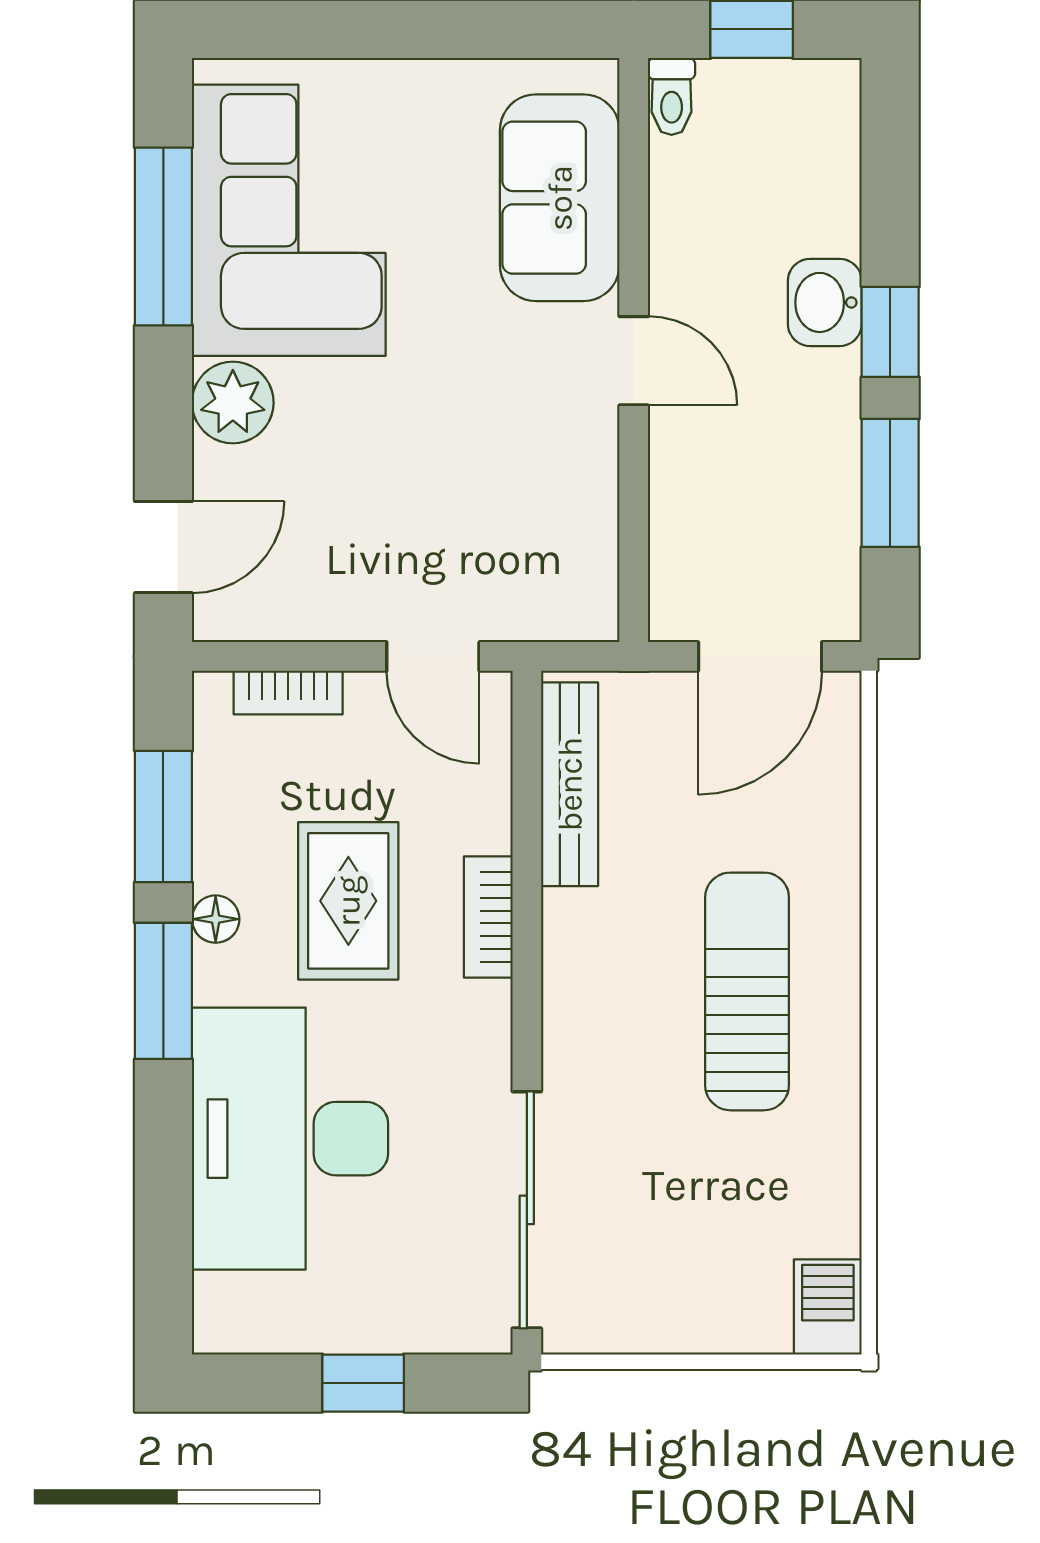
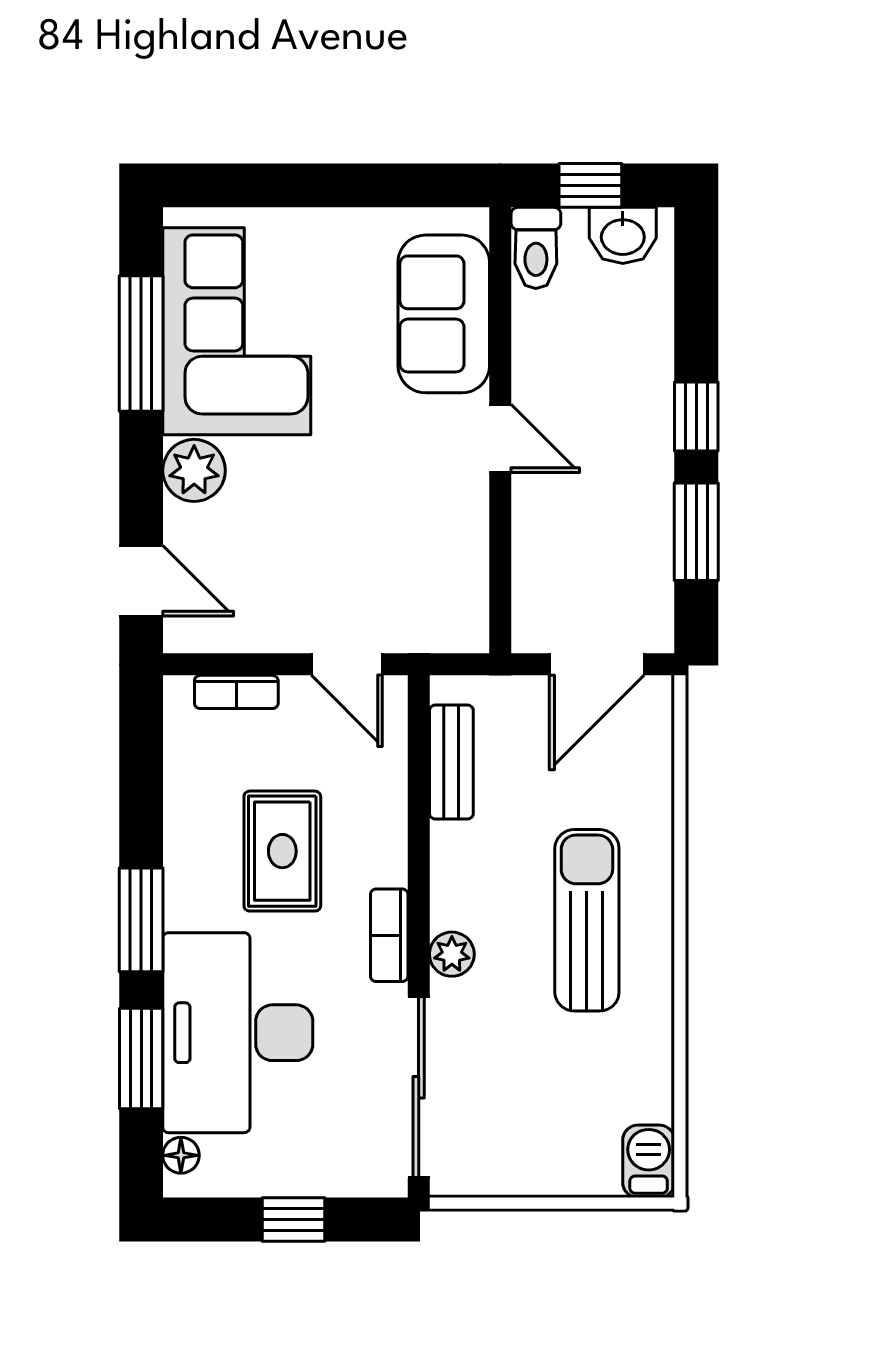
toilet: (672, 96) -> (536, 248), width x1.37, depth x1.39
washbasin: (825, 302) -> (623, 235), moved, turned -90
door: (163, 547) -> (141, 581), hinge flipped
bench: (570, 784) -> (451, 762), width x0.73
window: (163, 817) -> (141, 1058), moved
bookcase: (488, 917) -> (389, 935), moved
floor lamp: (216, 919) -> (181, 1155), moved
plant: (570, 1036) -> (452, 954), added

